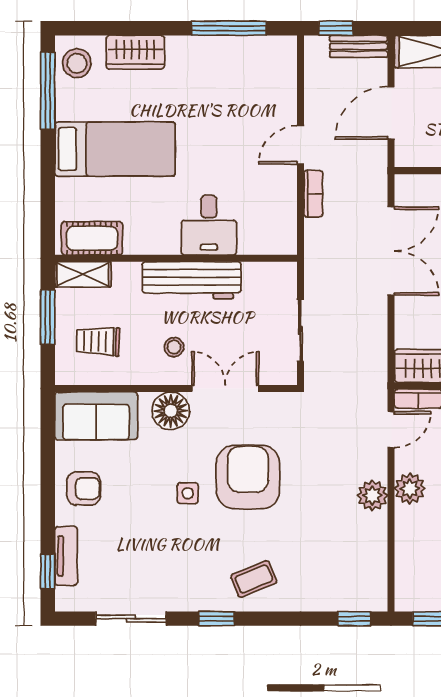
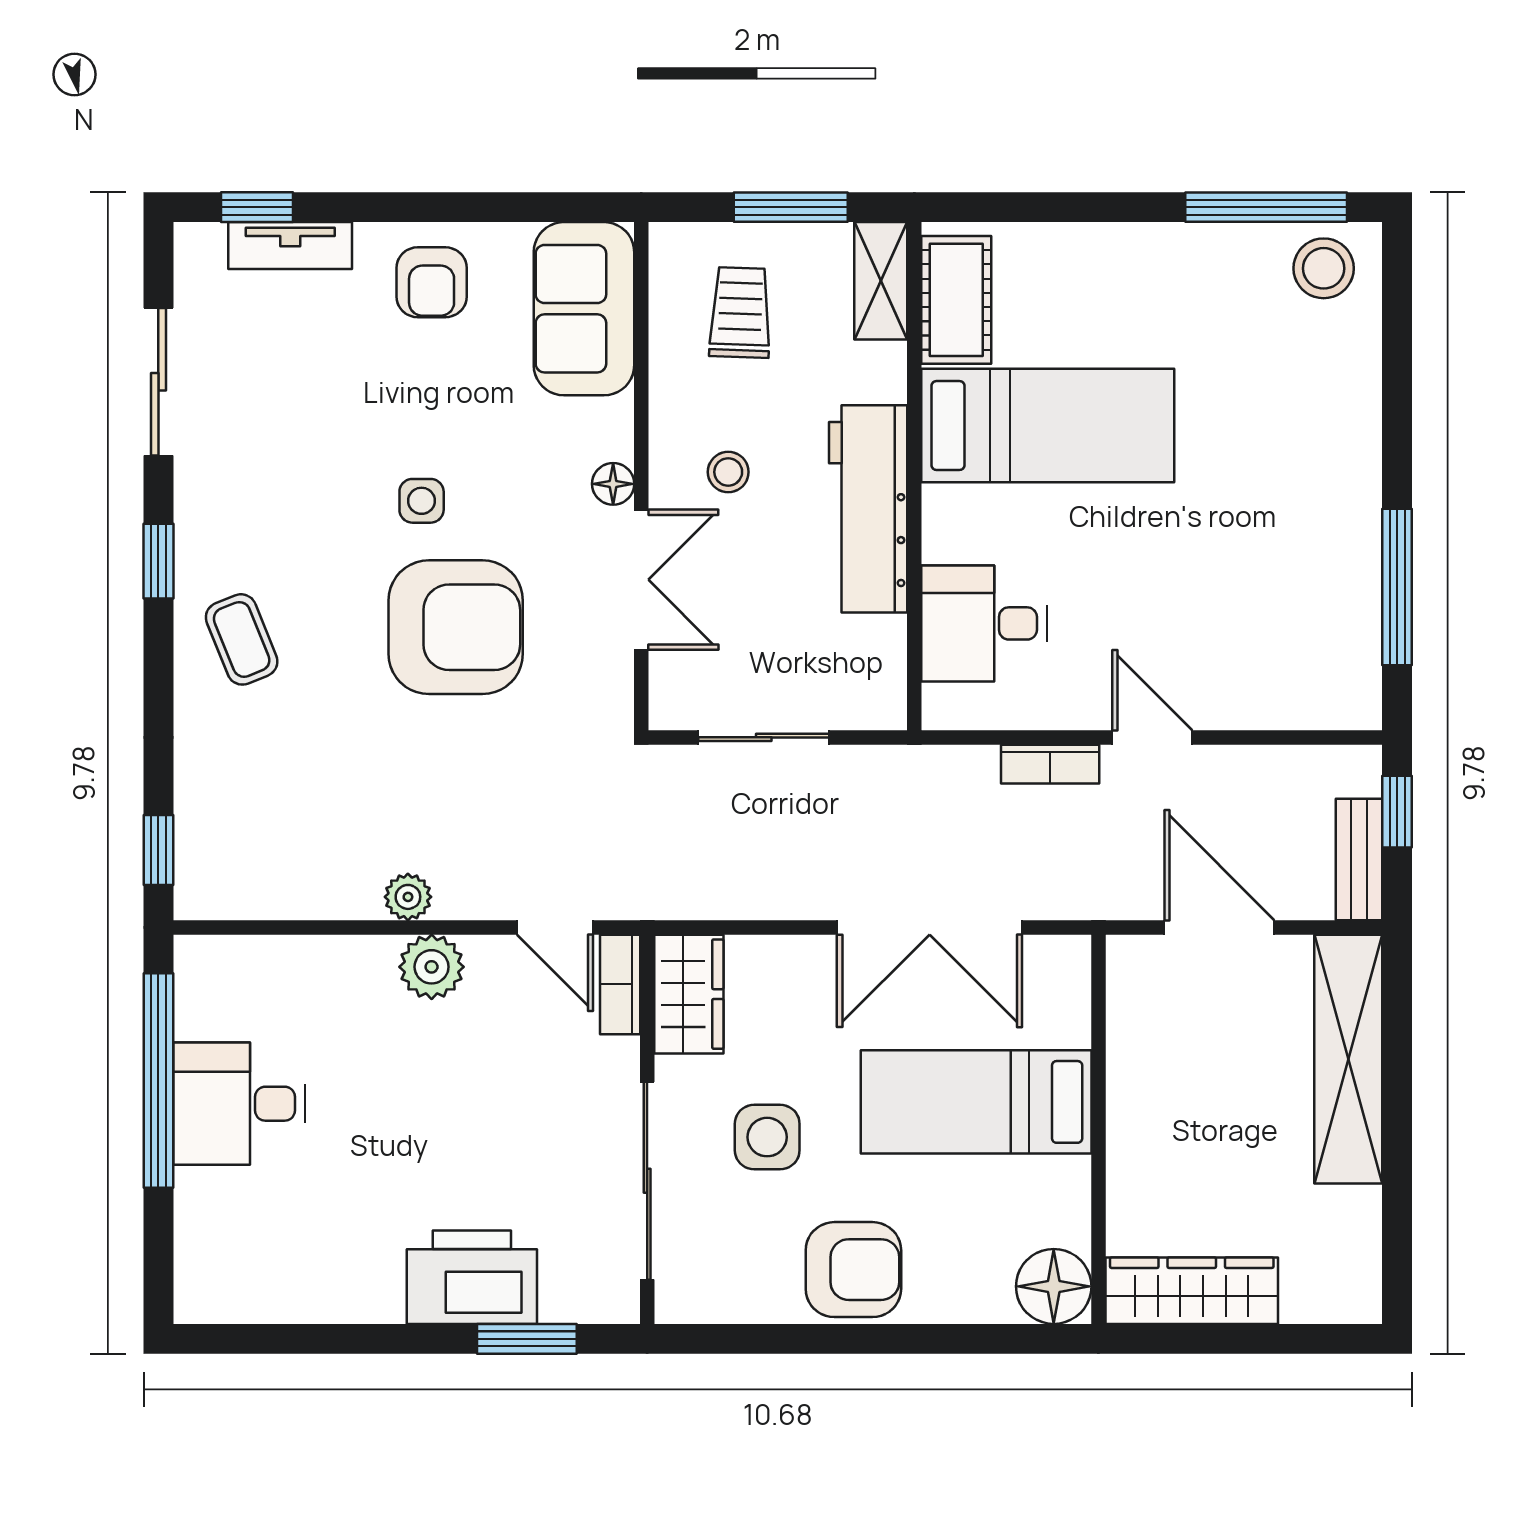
wardrobe: (135, 52) -> (1347, 391), removed
bed: (115, 149) -> (1048, 426), moved, turned -90
desk: (209, 225) -> (984, 623), moved
floor lamp: (171, 411) -> (613, 484), width x0.53, depth x0.53
plant: (372, 496) -> (408, 897), width x0.73, depth x0.73

